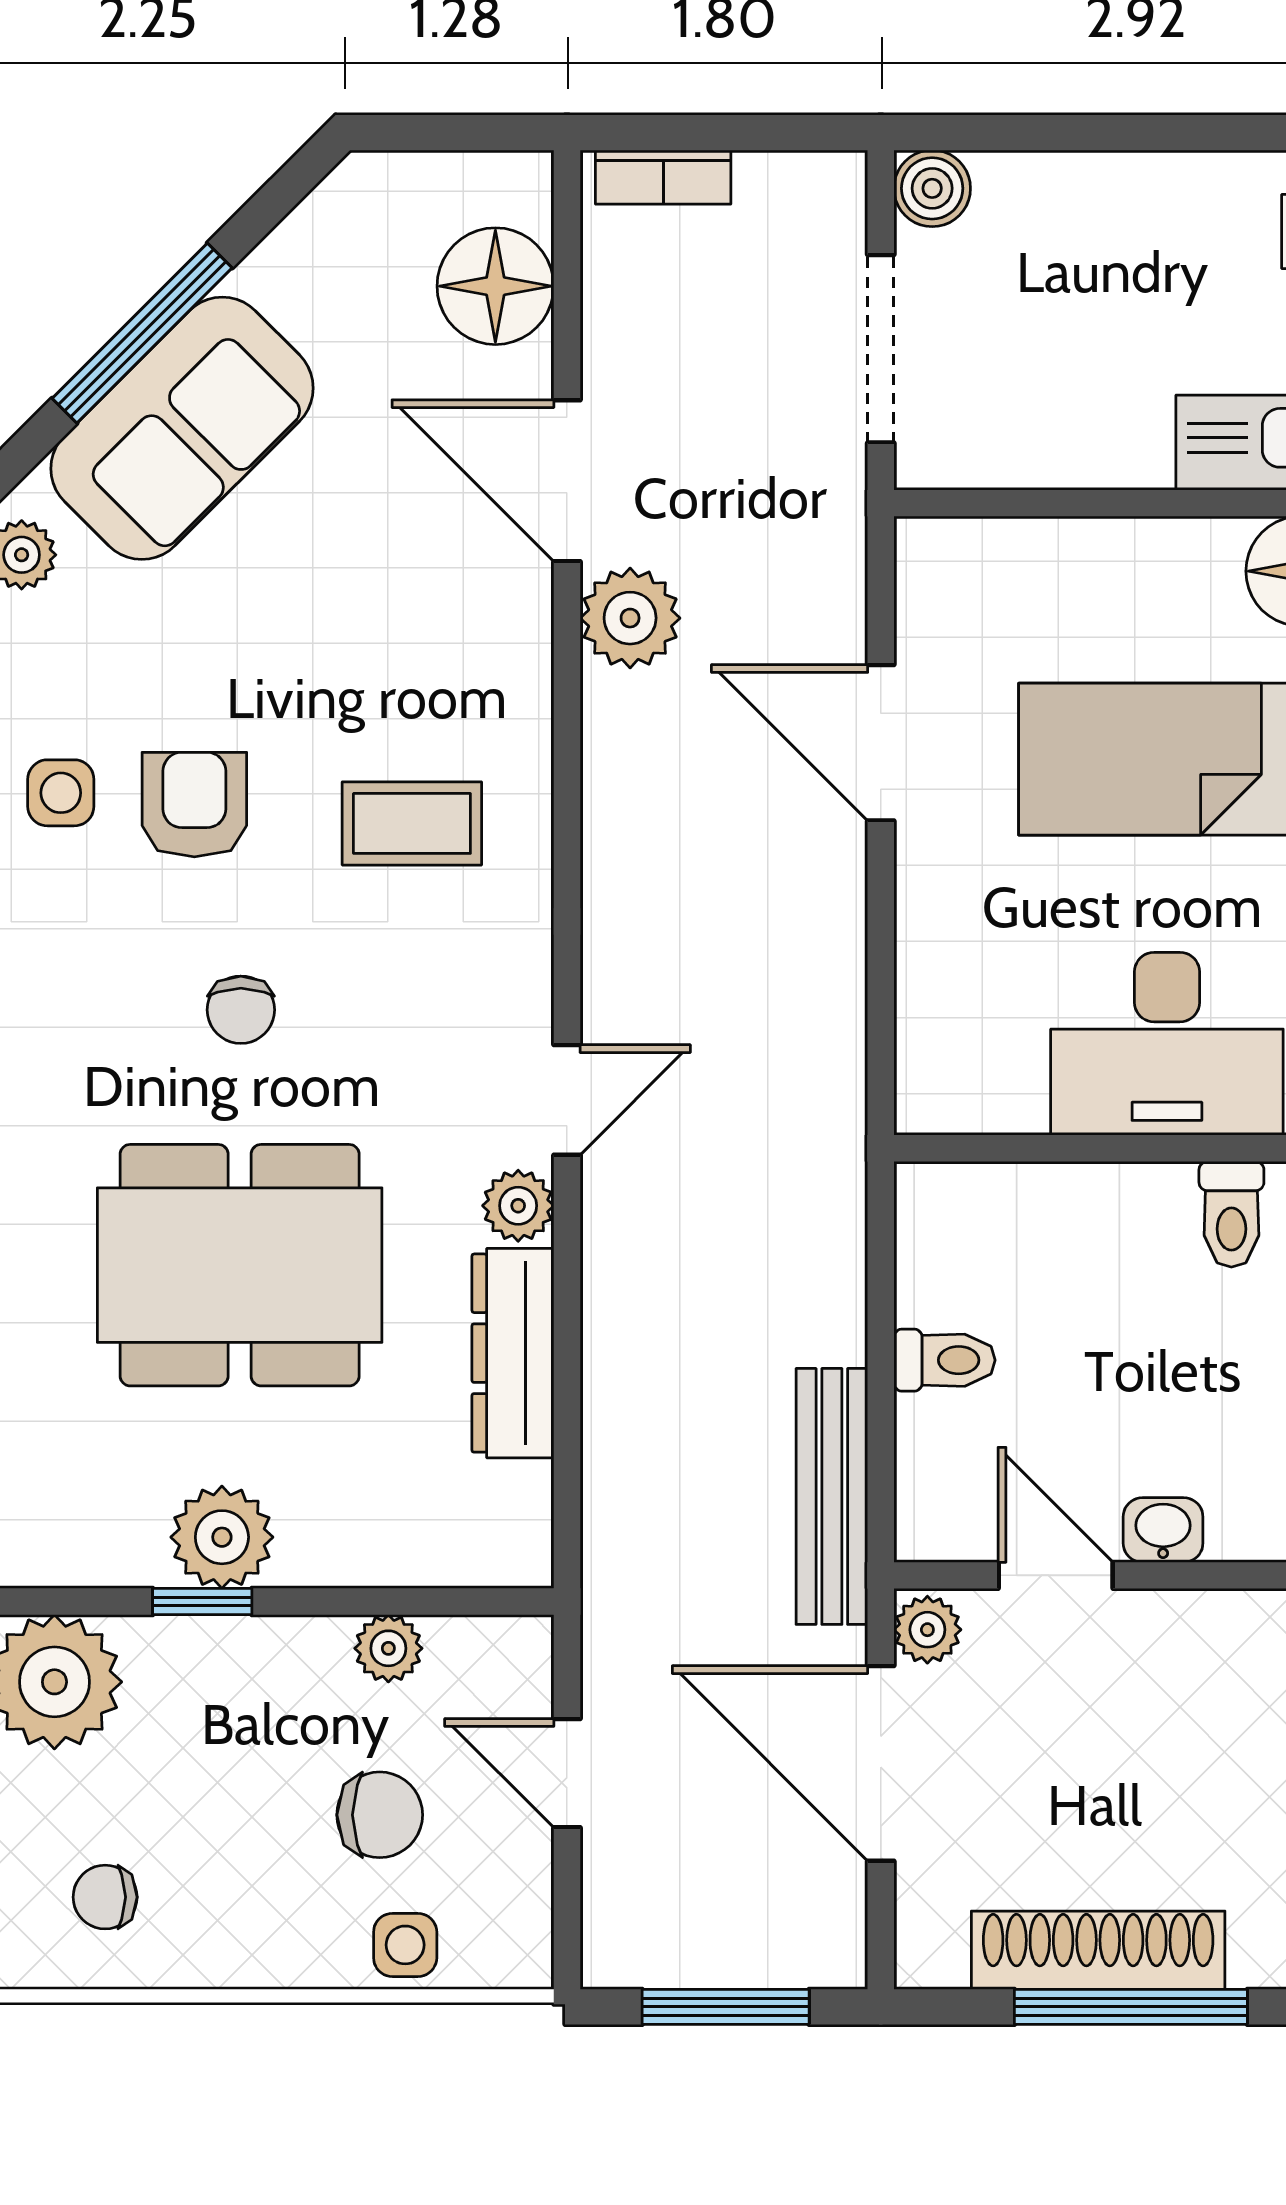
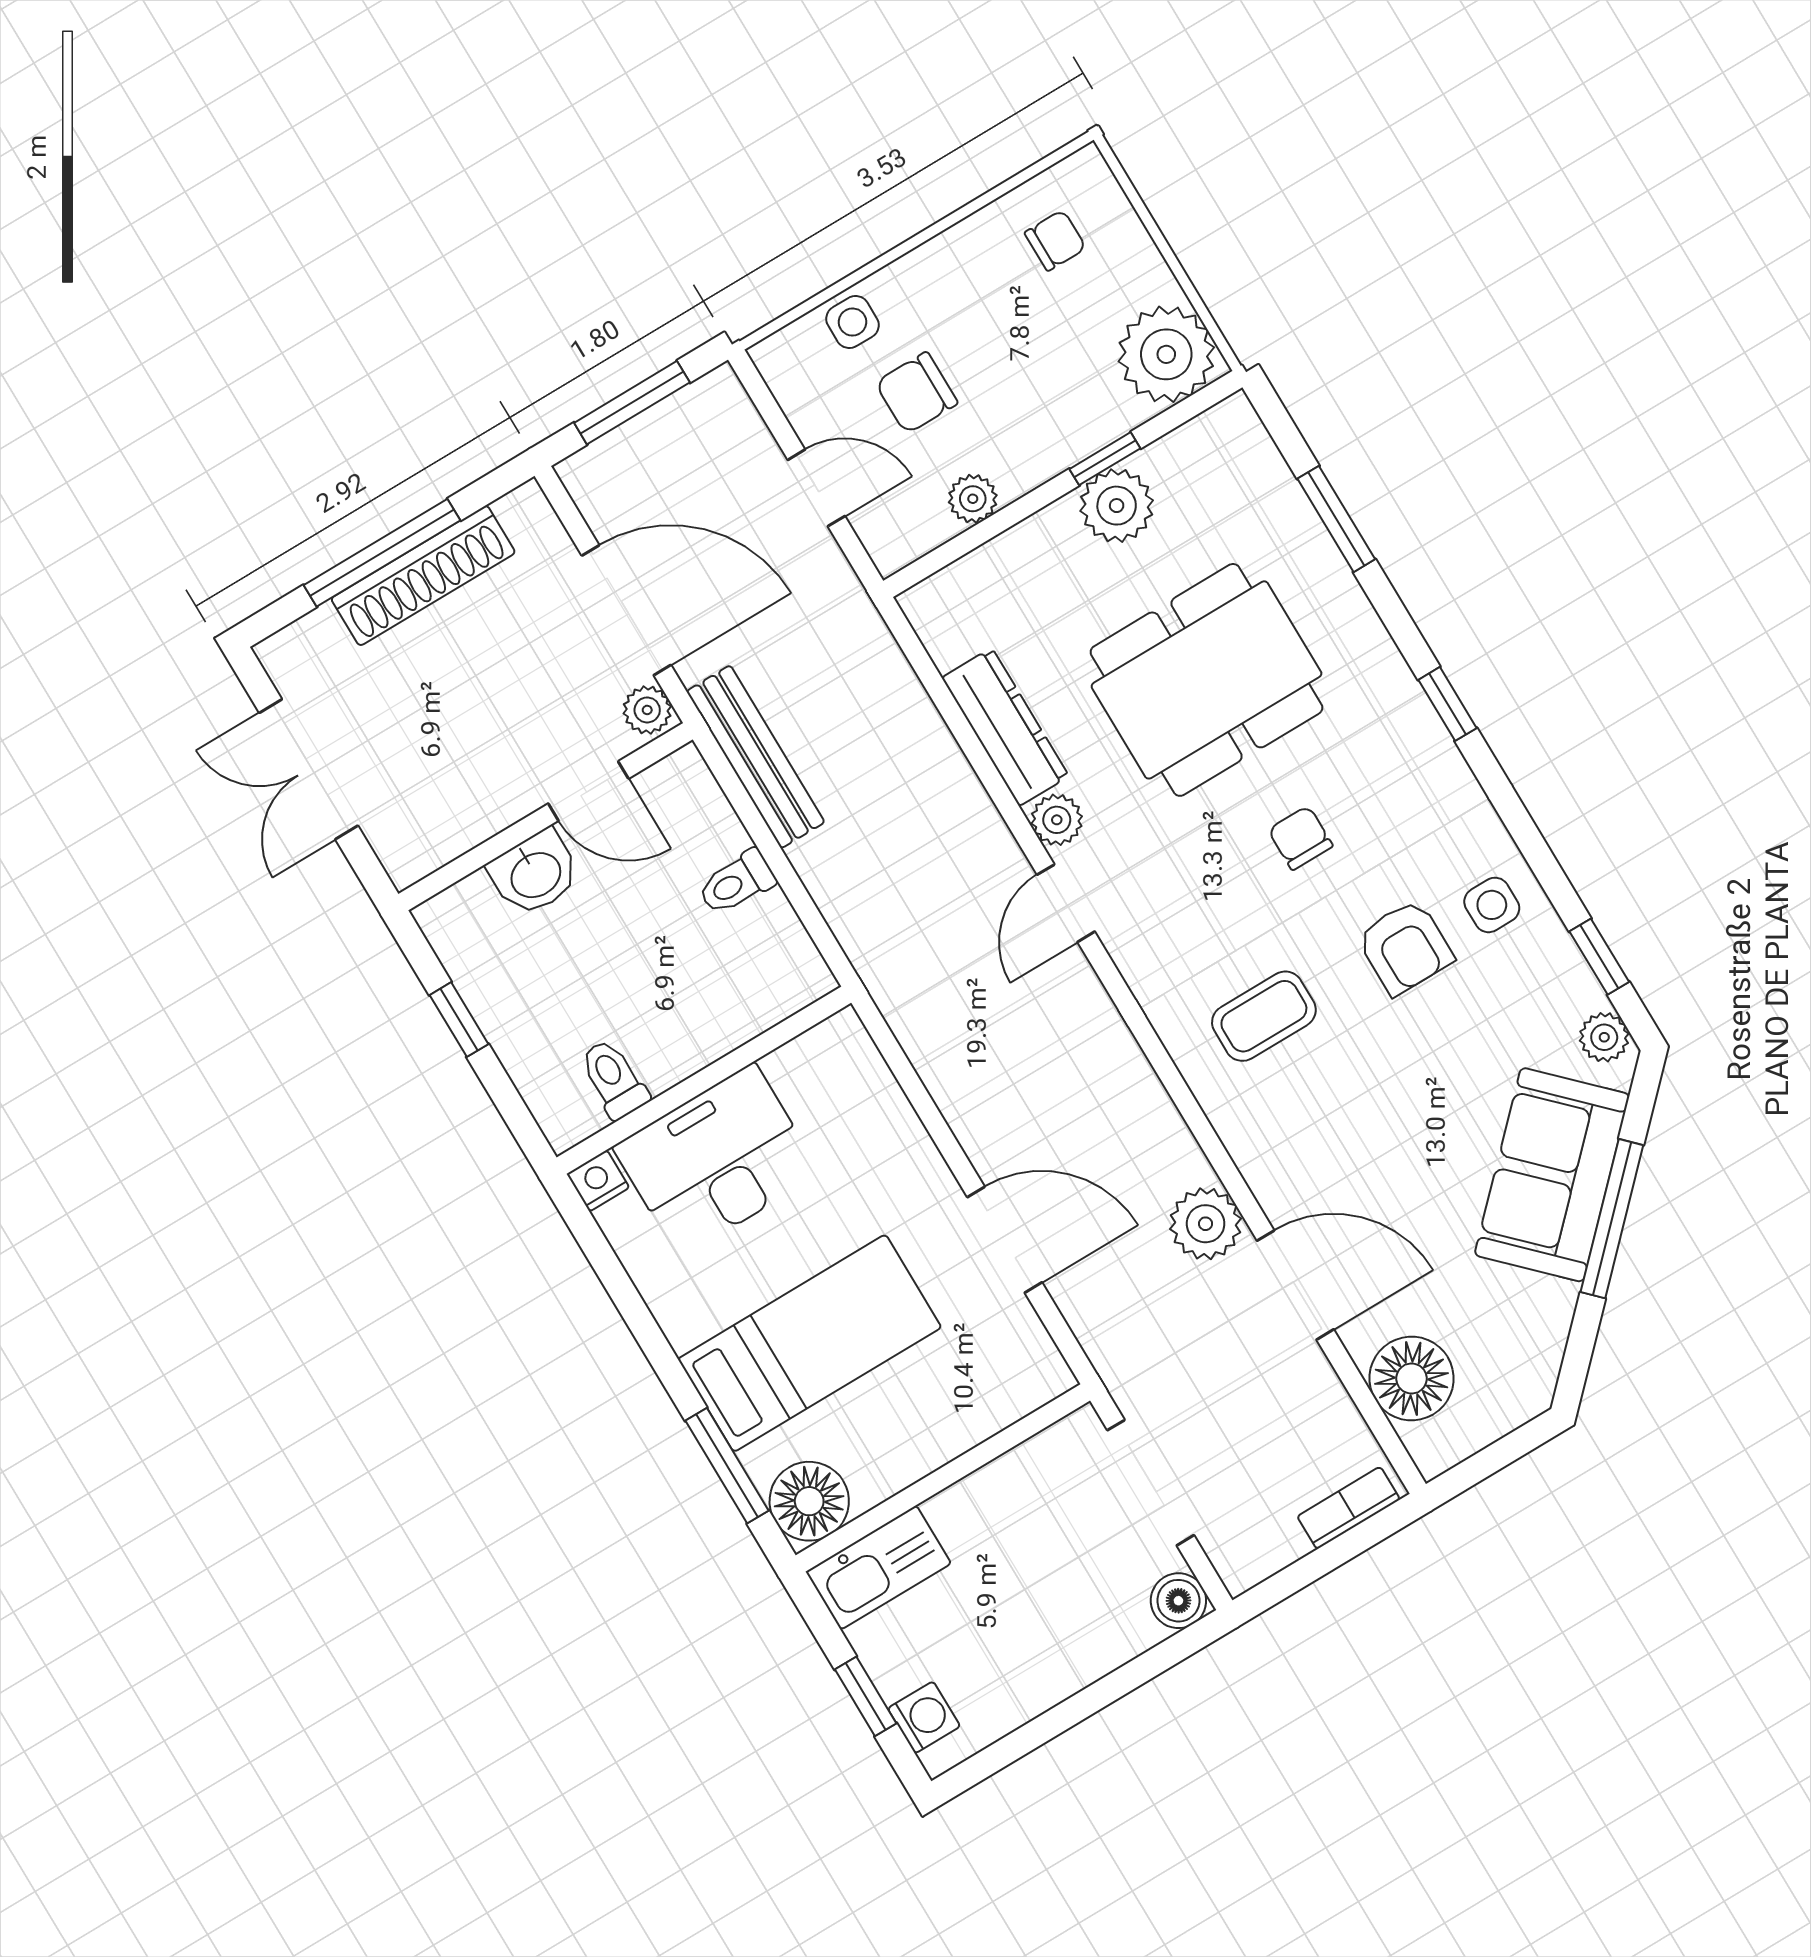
washbasin: (1163, 1530) -> (535, 873), width x1.38, depth x1.45

